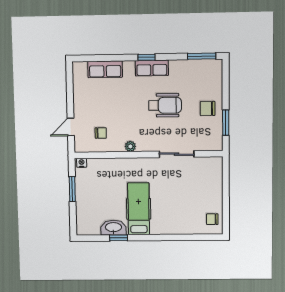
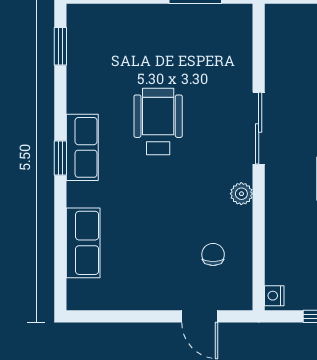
window: (202, 56) -> (60, 46), width x0.67
chair: (208, 108) -> (166, 34), removed
sliding door: (177, 154) -> (259, 128), moved

